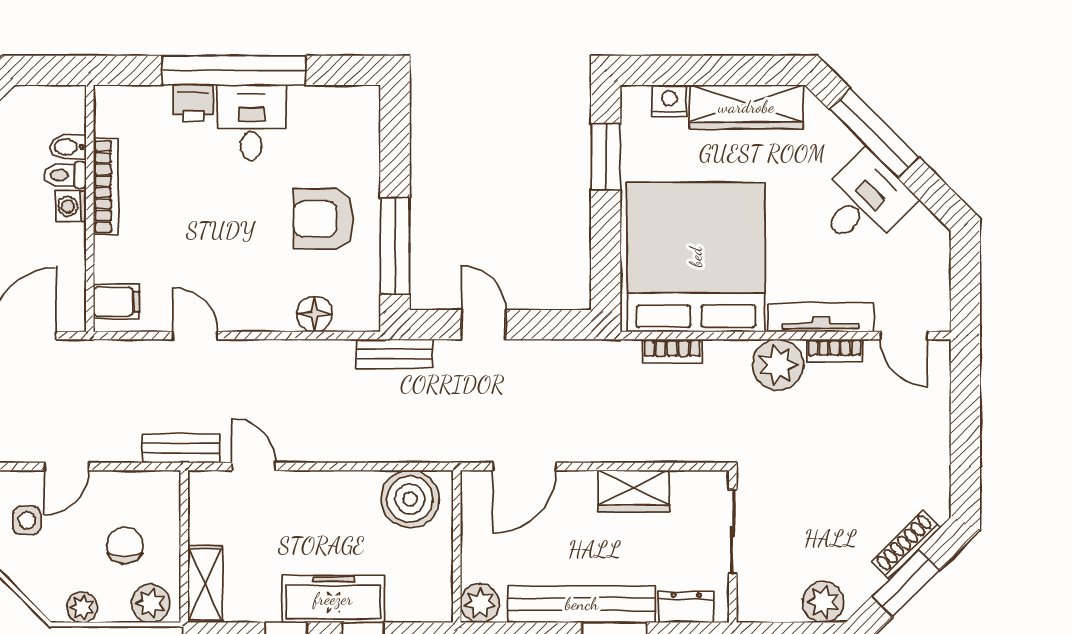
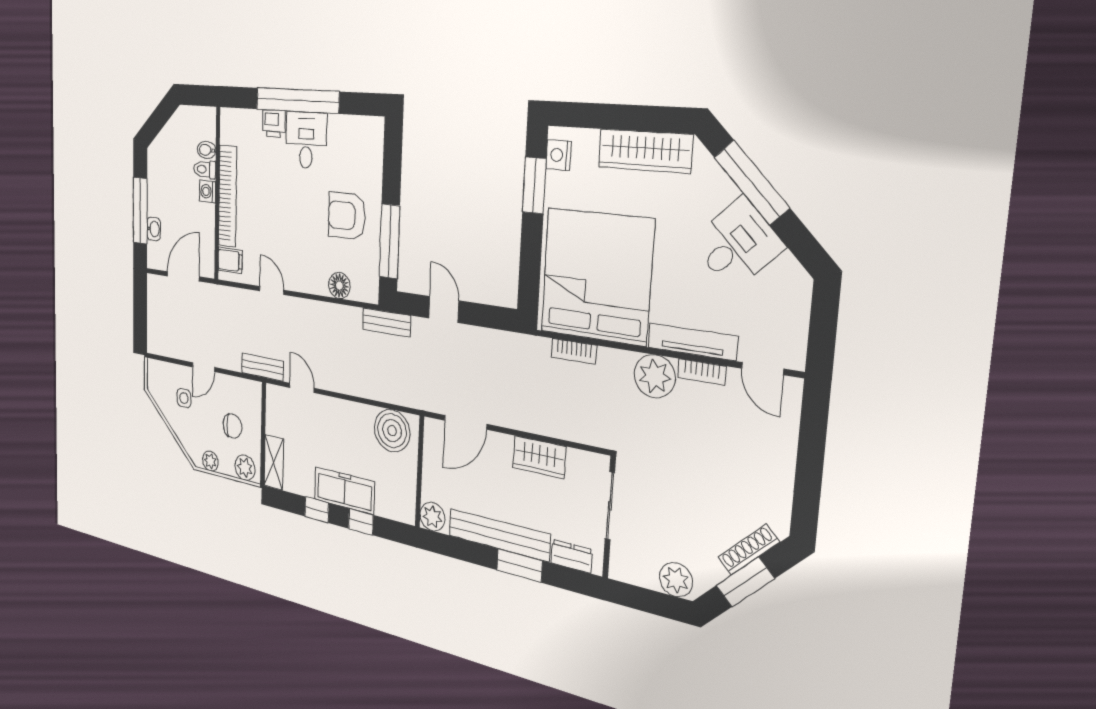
nightstand: (669, 101) -> (559, 155), moved, turned -90
bookcase: (106, 187) -> (228, 196), width x1.48, depth x1.31
chair: (125, 545) -> (232, 426), turned 90

